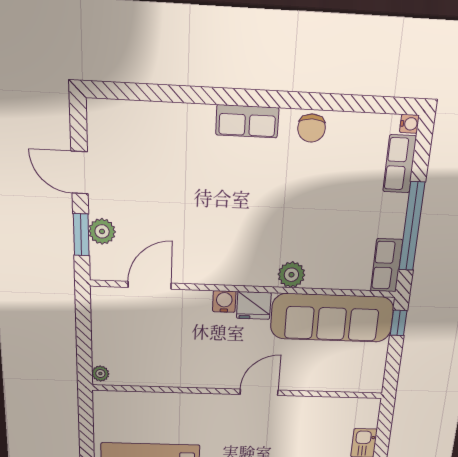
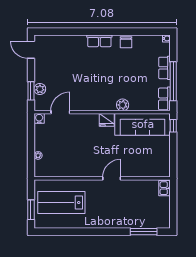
row of seats: (400, 164) -> (164, 68), moved
door: (80, 173) -> (31, 50), moved
water cooler: (224, 301) -> (39, 118), moved
wall: (239, 392) -> (102, 178), moved
door: (259, 392) -> (112, 178), moved

